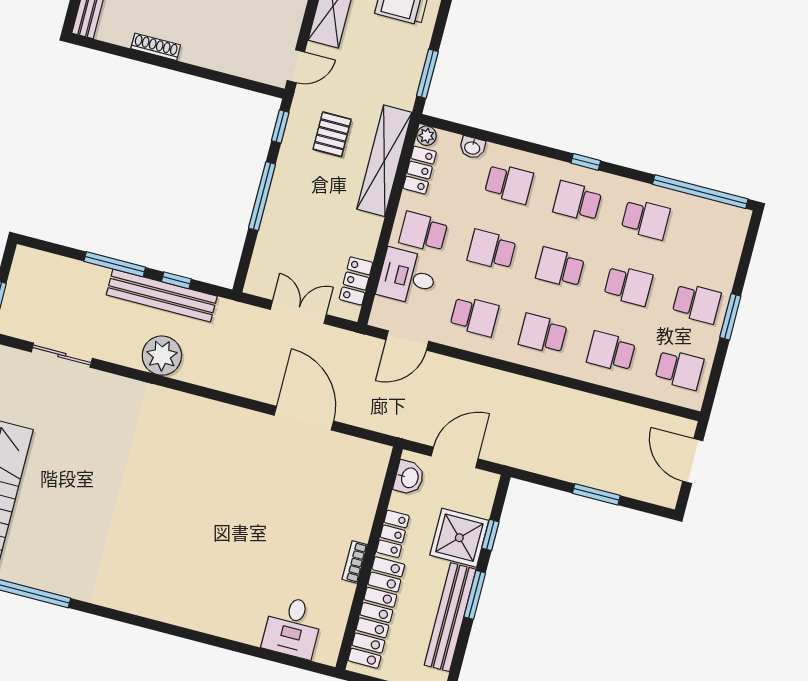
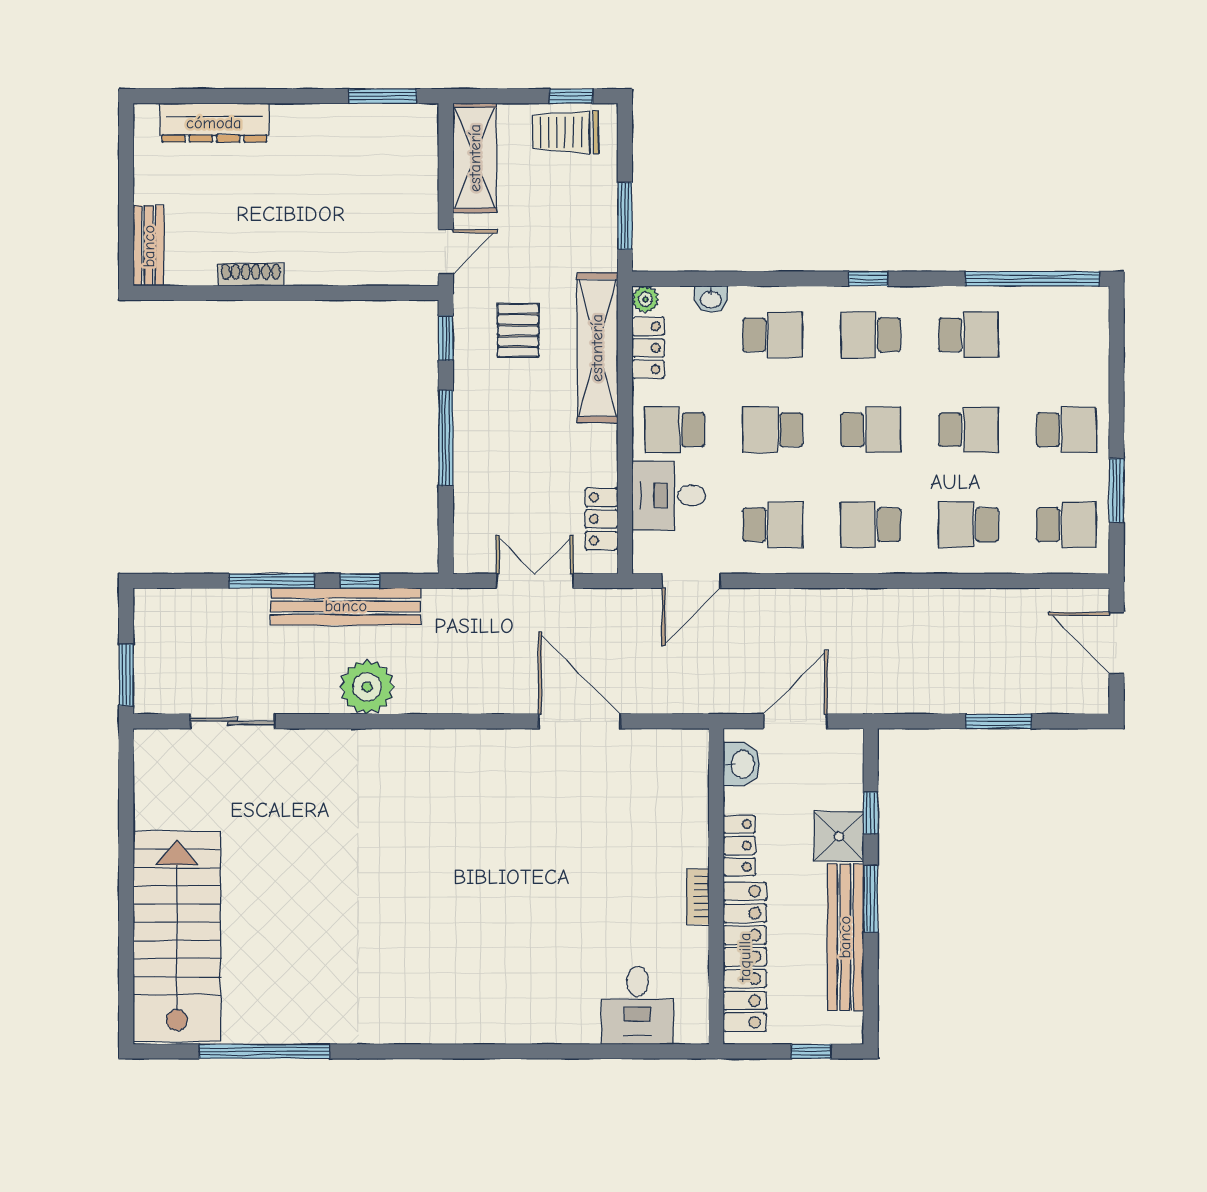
school desk: (560, 268) -> (871, 430), turned 180
window: (730, 317) -> (1117, 490), moved
shower: (459, 538) -> (839, 836), width x0.73, depth x0.73

